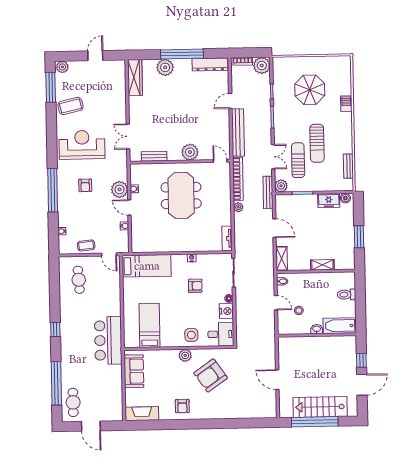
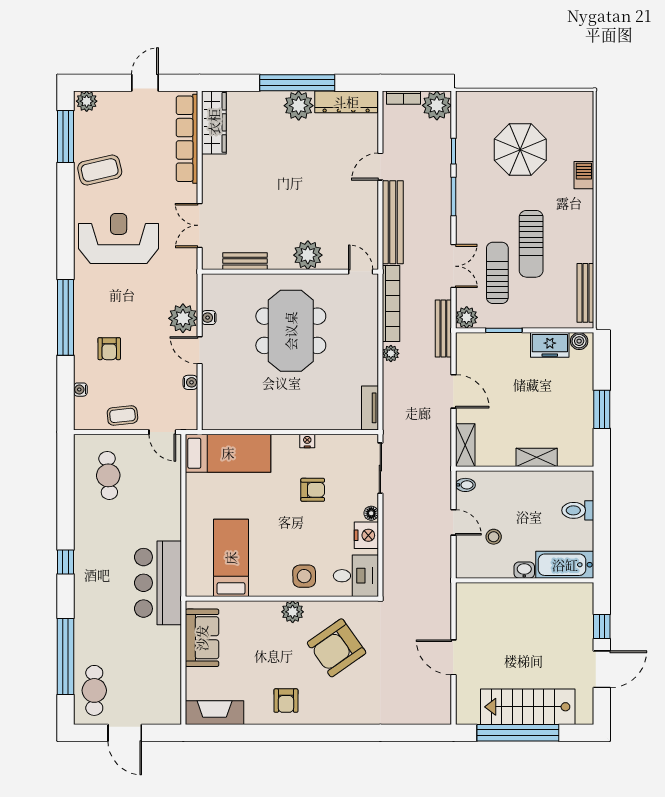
plant: (165, 67) -> (299, 106), moved
row of seats: (120, 87) -> (187, 139), added
bench: (348, 166) -> (585, 293), width x1.36
armchair: (85, 185) -> (109, 349), moved

